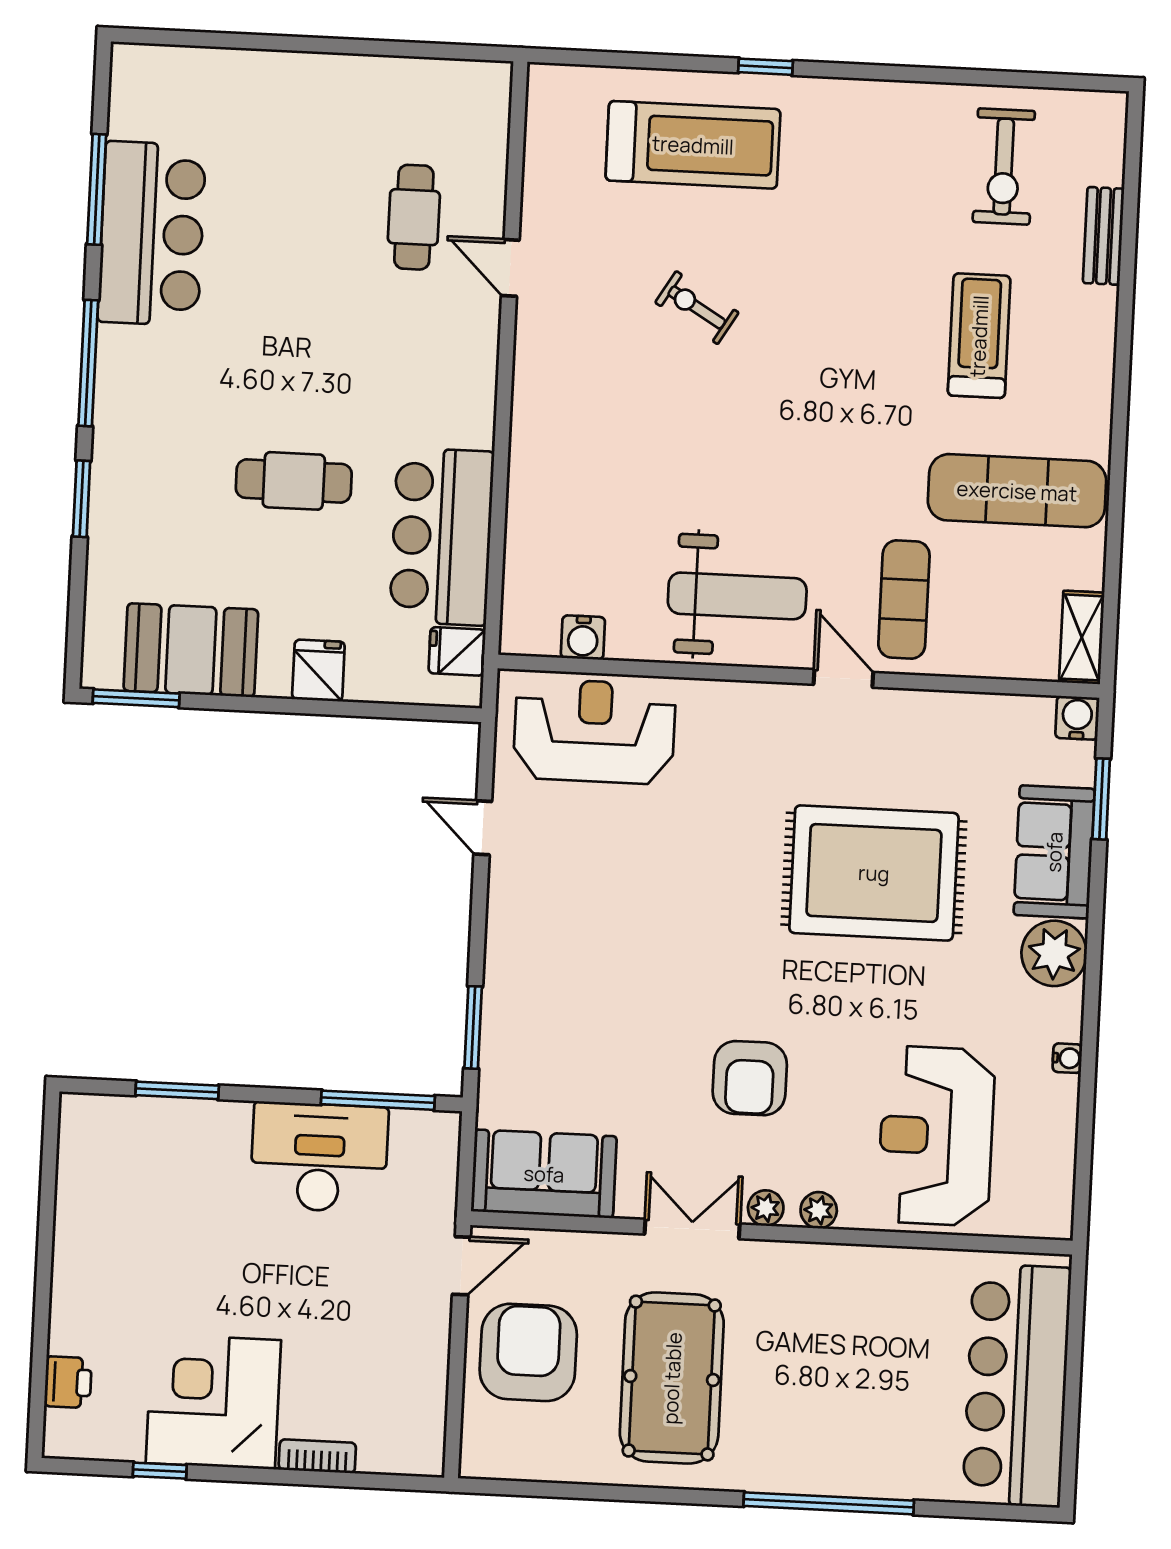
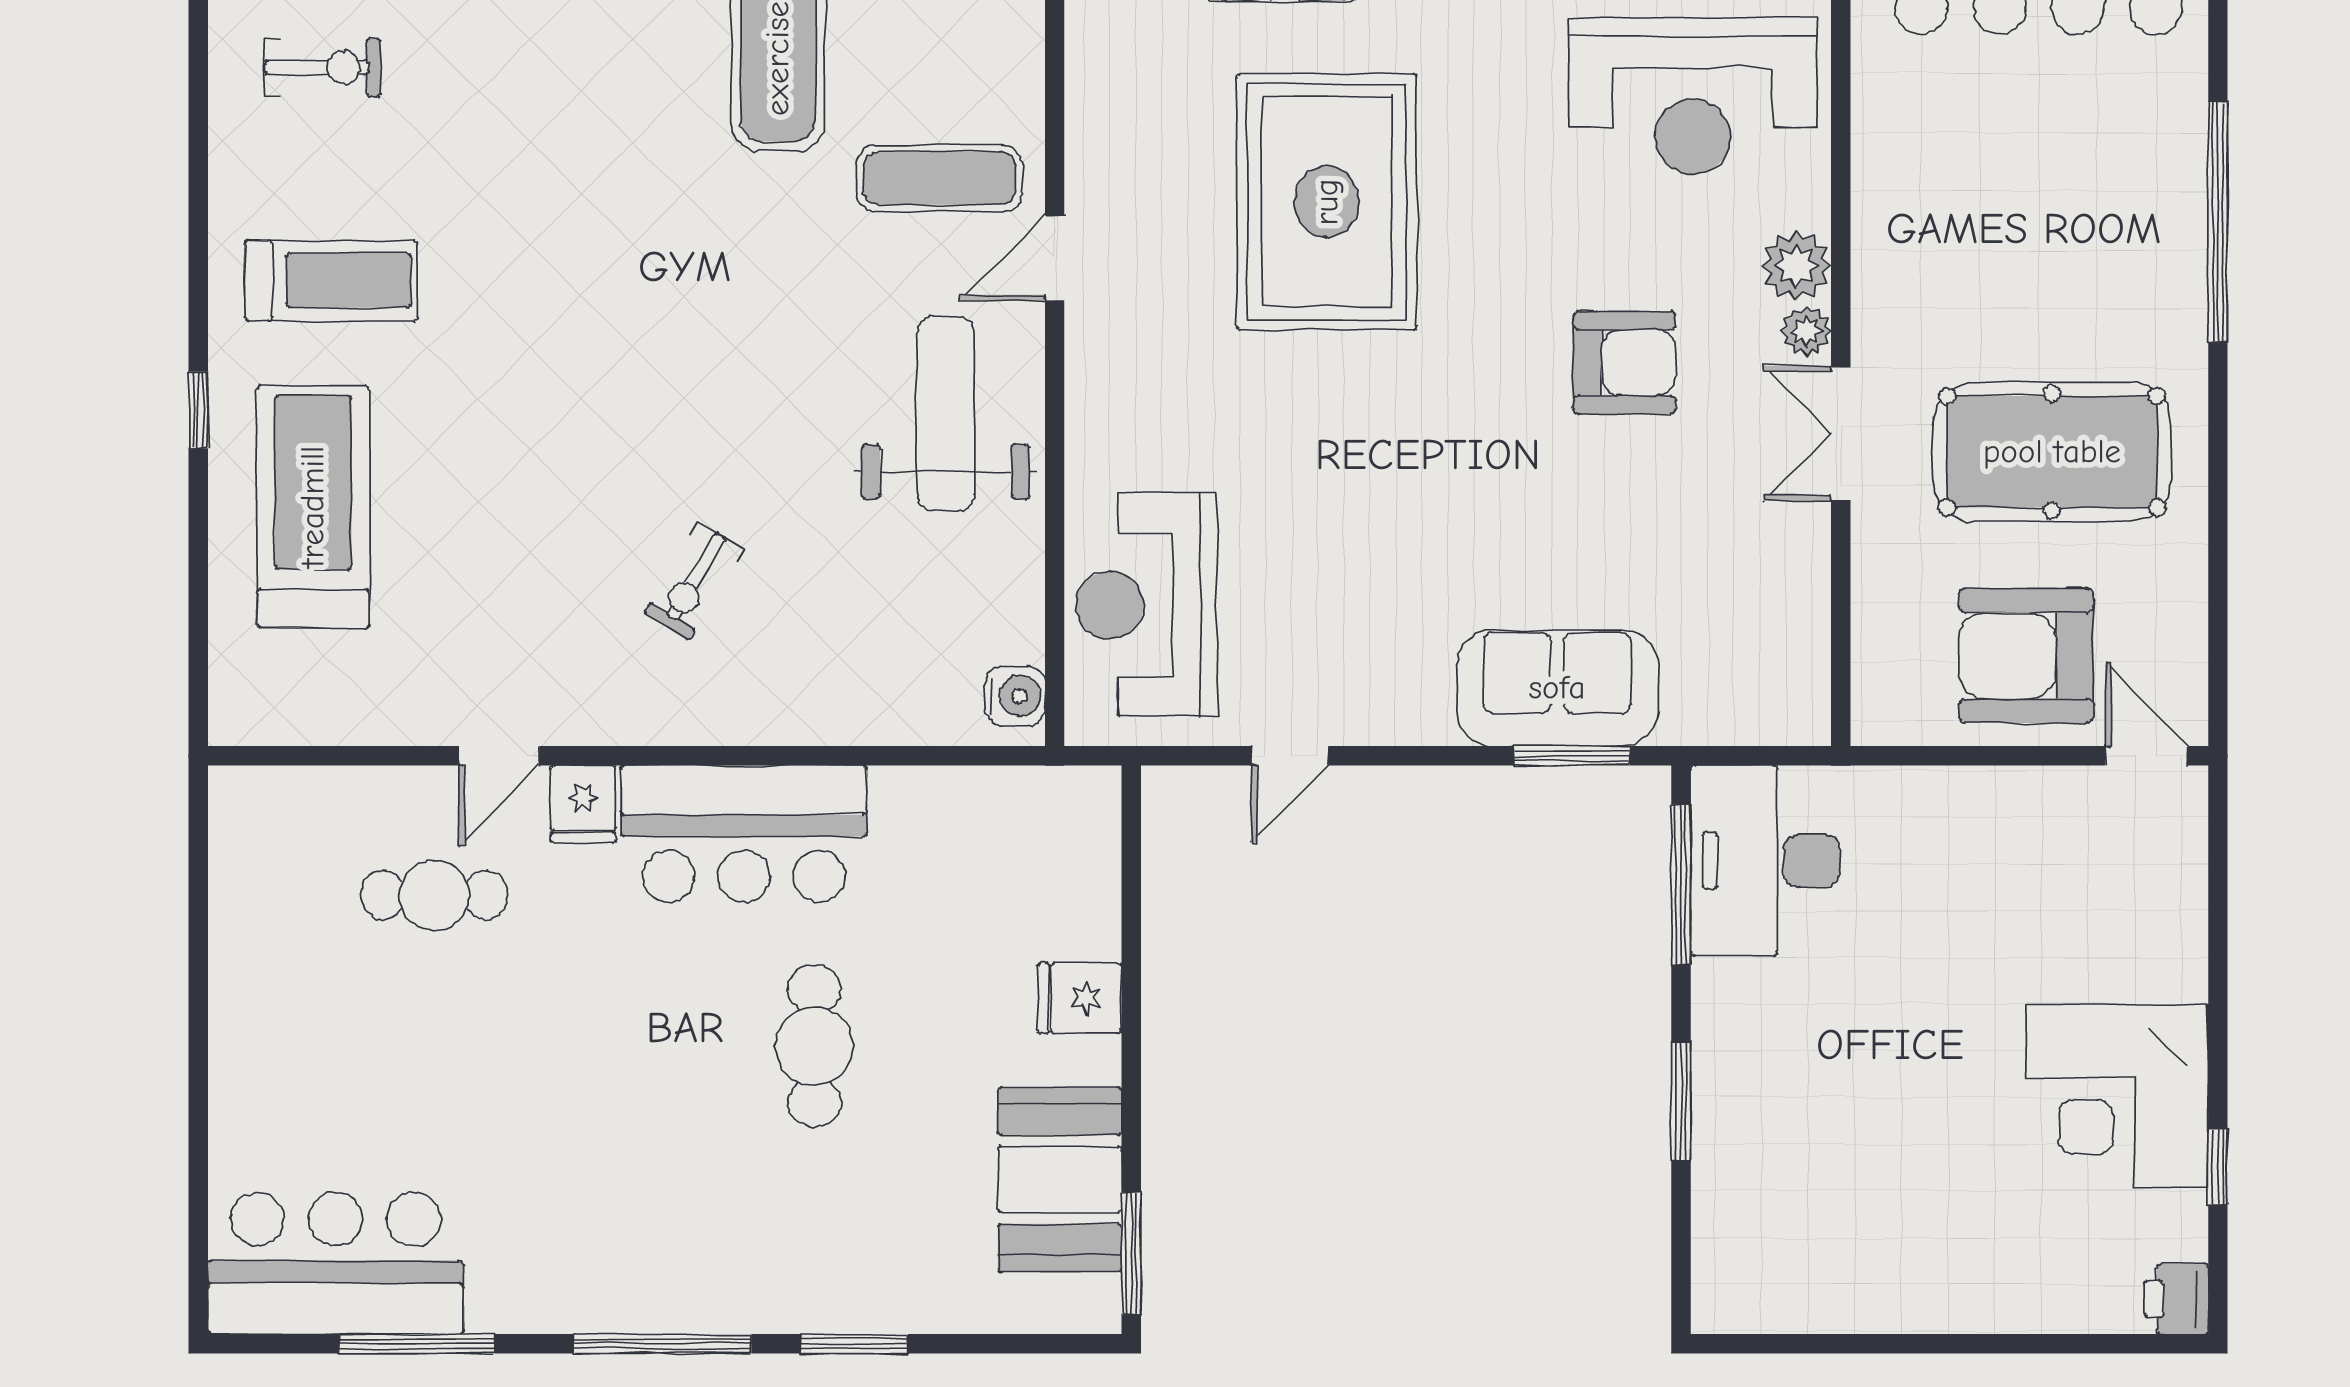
exercise bike: (1004, 167) -> (322, 67), width x0.73, depth x0.72
bar counter: (152, 234) -> (336, 1263), moved
exercise bike: (697, 308) -> (694, 581), moved
treadmill: (979, 336) -> (331, 280), moved, turned 180
bar counter: (442, 537) -> (744, 834), moved
water cooler: (583, 637) -> (1015, 696), moved
fridge: (457, 651) -> (583, 804), moved
window: (177, 1090) -> (1681, 1102), moved
desk: (319, 1157) -> (1765, 861), moved
sofa: (544, 1174) -> (1557, 688), moved, turned 90
plant: (819, 1210) -> (1796, 266), width x1.38, depth x1.38
door: (461, 1266) -> (2147, 756), moved
printer: (68, 1382) -> (2176, 1299), moved, turned -90
bookcase: (317, 1456) -> (2187, 946), removed

